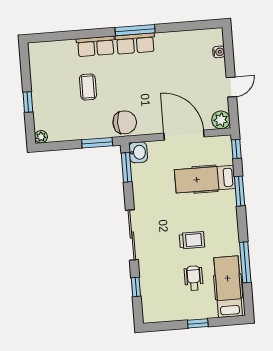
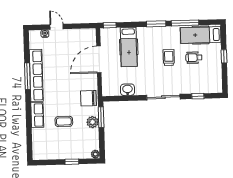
window: (135, 30) -> (27, 76), moved
row of seats: (135, 44) -> (36, 76), width x2.02
door: (231, 87) -> (57, 27), moved
plant: (221, 120) -> (93, 122), moved
chair: (125, 122) -> (88, 98), turned -90
washbasin: (138, 152) -> (127, 90), moved
window: (127, 167) -> (118, 98), removed
window: (240, 191) -> (156, 24), moved

